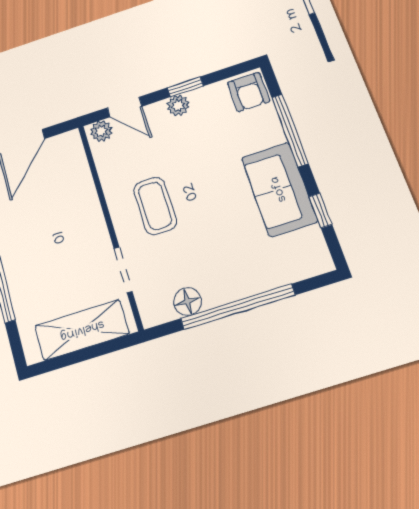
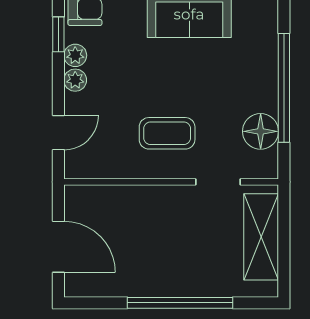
window: (185, 87) -> (58, 34), moved
plant: (101, 131) -> (75, 55), moved
floor lamp: (187, 302) -> (261, 131), width x1.38, depth x1.38

